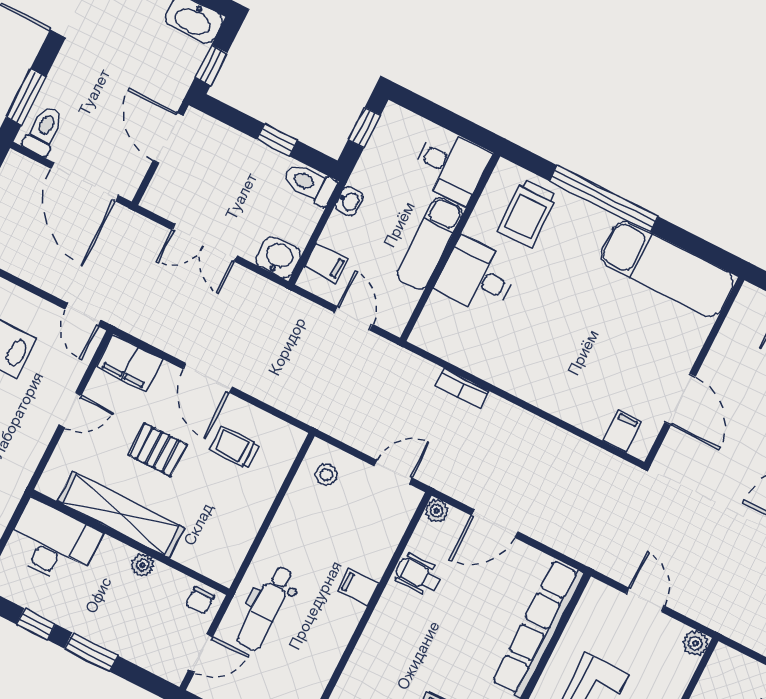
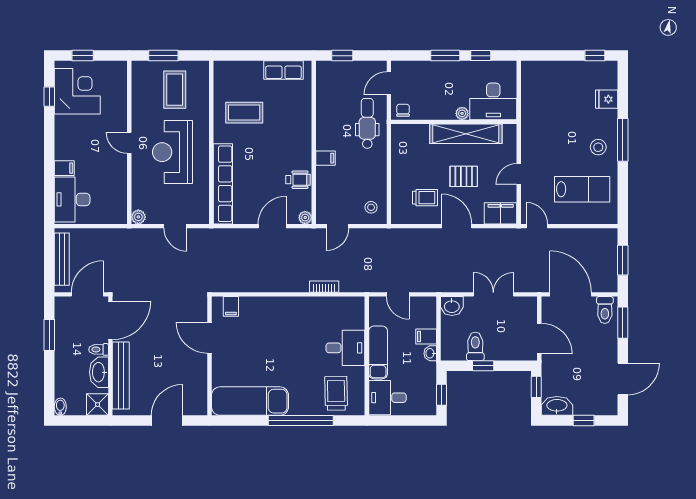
toilet: (310, 184) -> (475, 346), moved, turned -90
filing cabinet: (326, 263) -> (426, 337), moved
plant: (142, 565) -> (462, 113), moved

